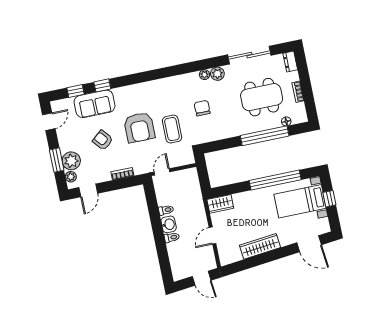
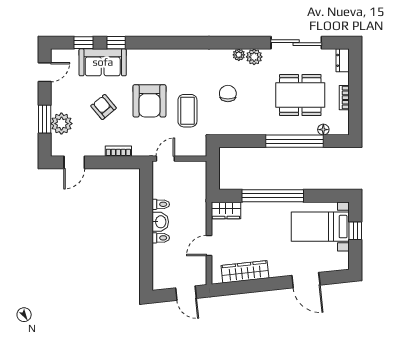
plant: (71, 177) -> (57, 142), removed
window: (275, 180) -> (273, 196), moved
door: (309, 244) -> (306, 280), moved
wardrobe: (260, 246) -> (245, 272), moved

